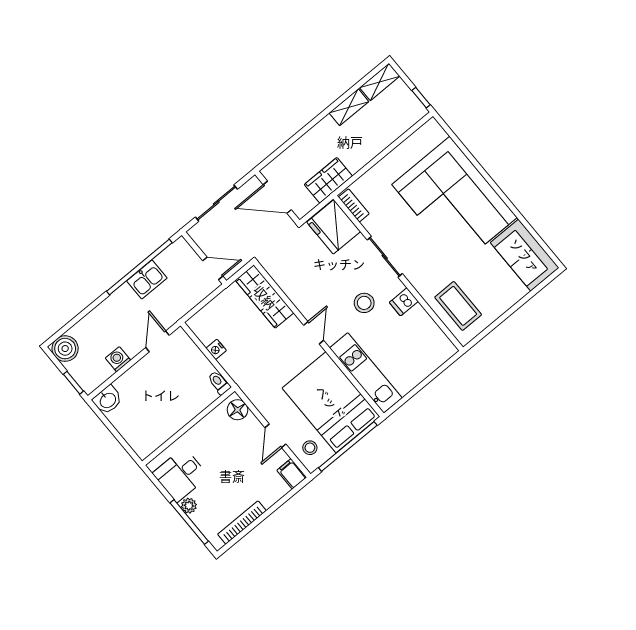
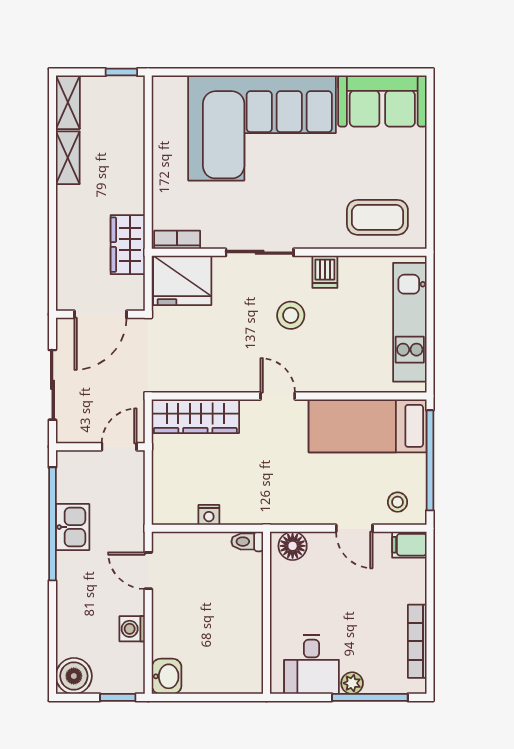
kitchen unit: (366, 373) -> (410, 322), moved, turned -90
bed: (331, 402) -> (368, 426), width x0.67

